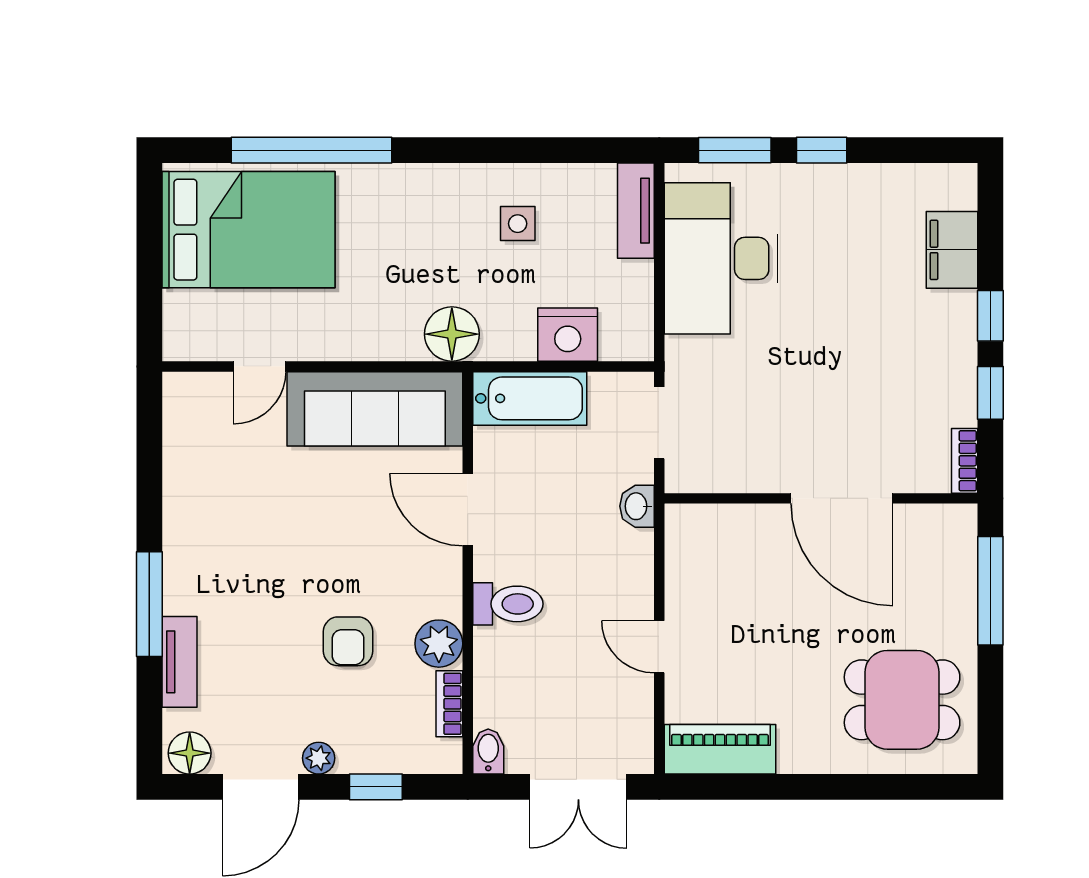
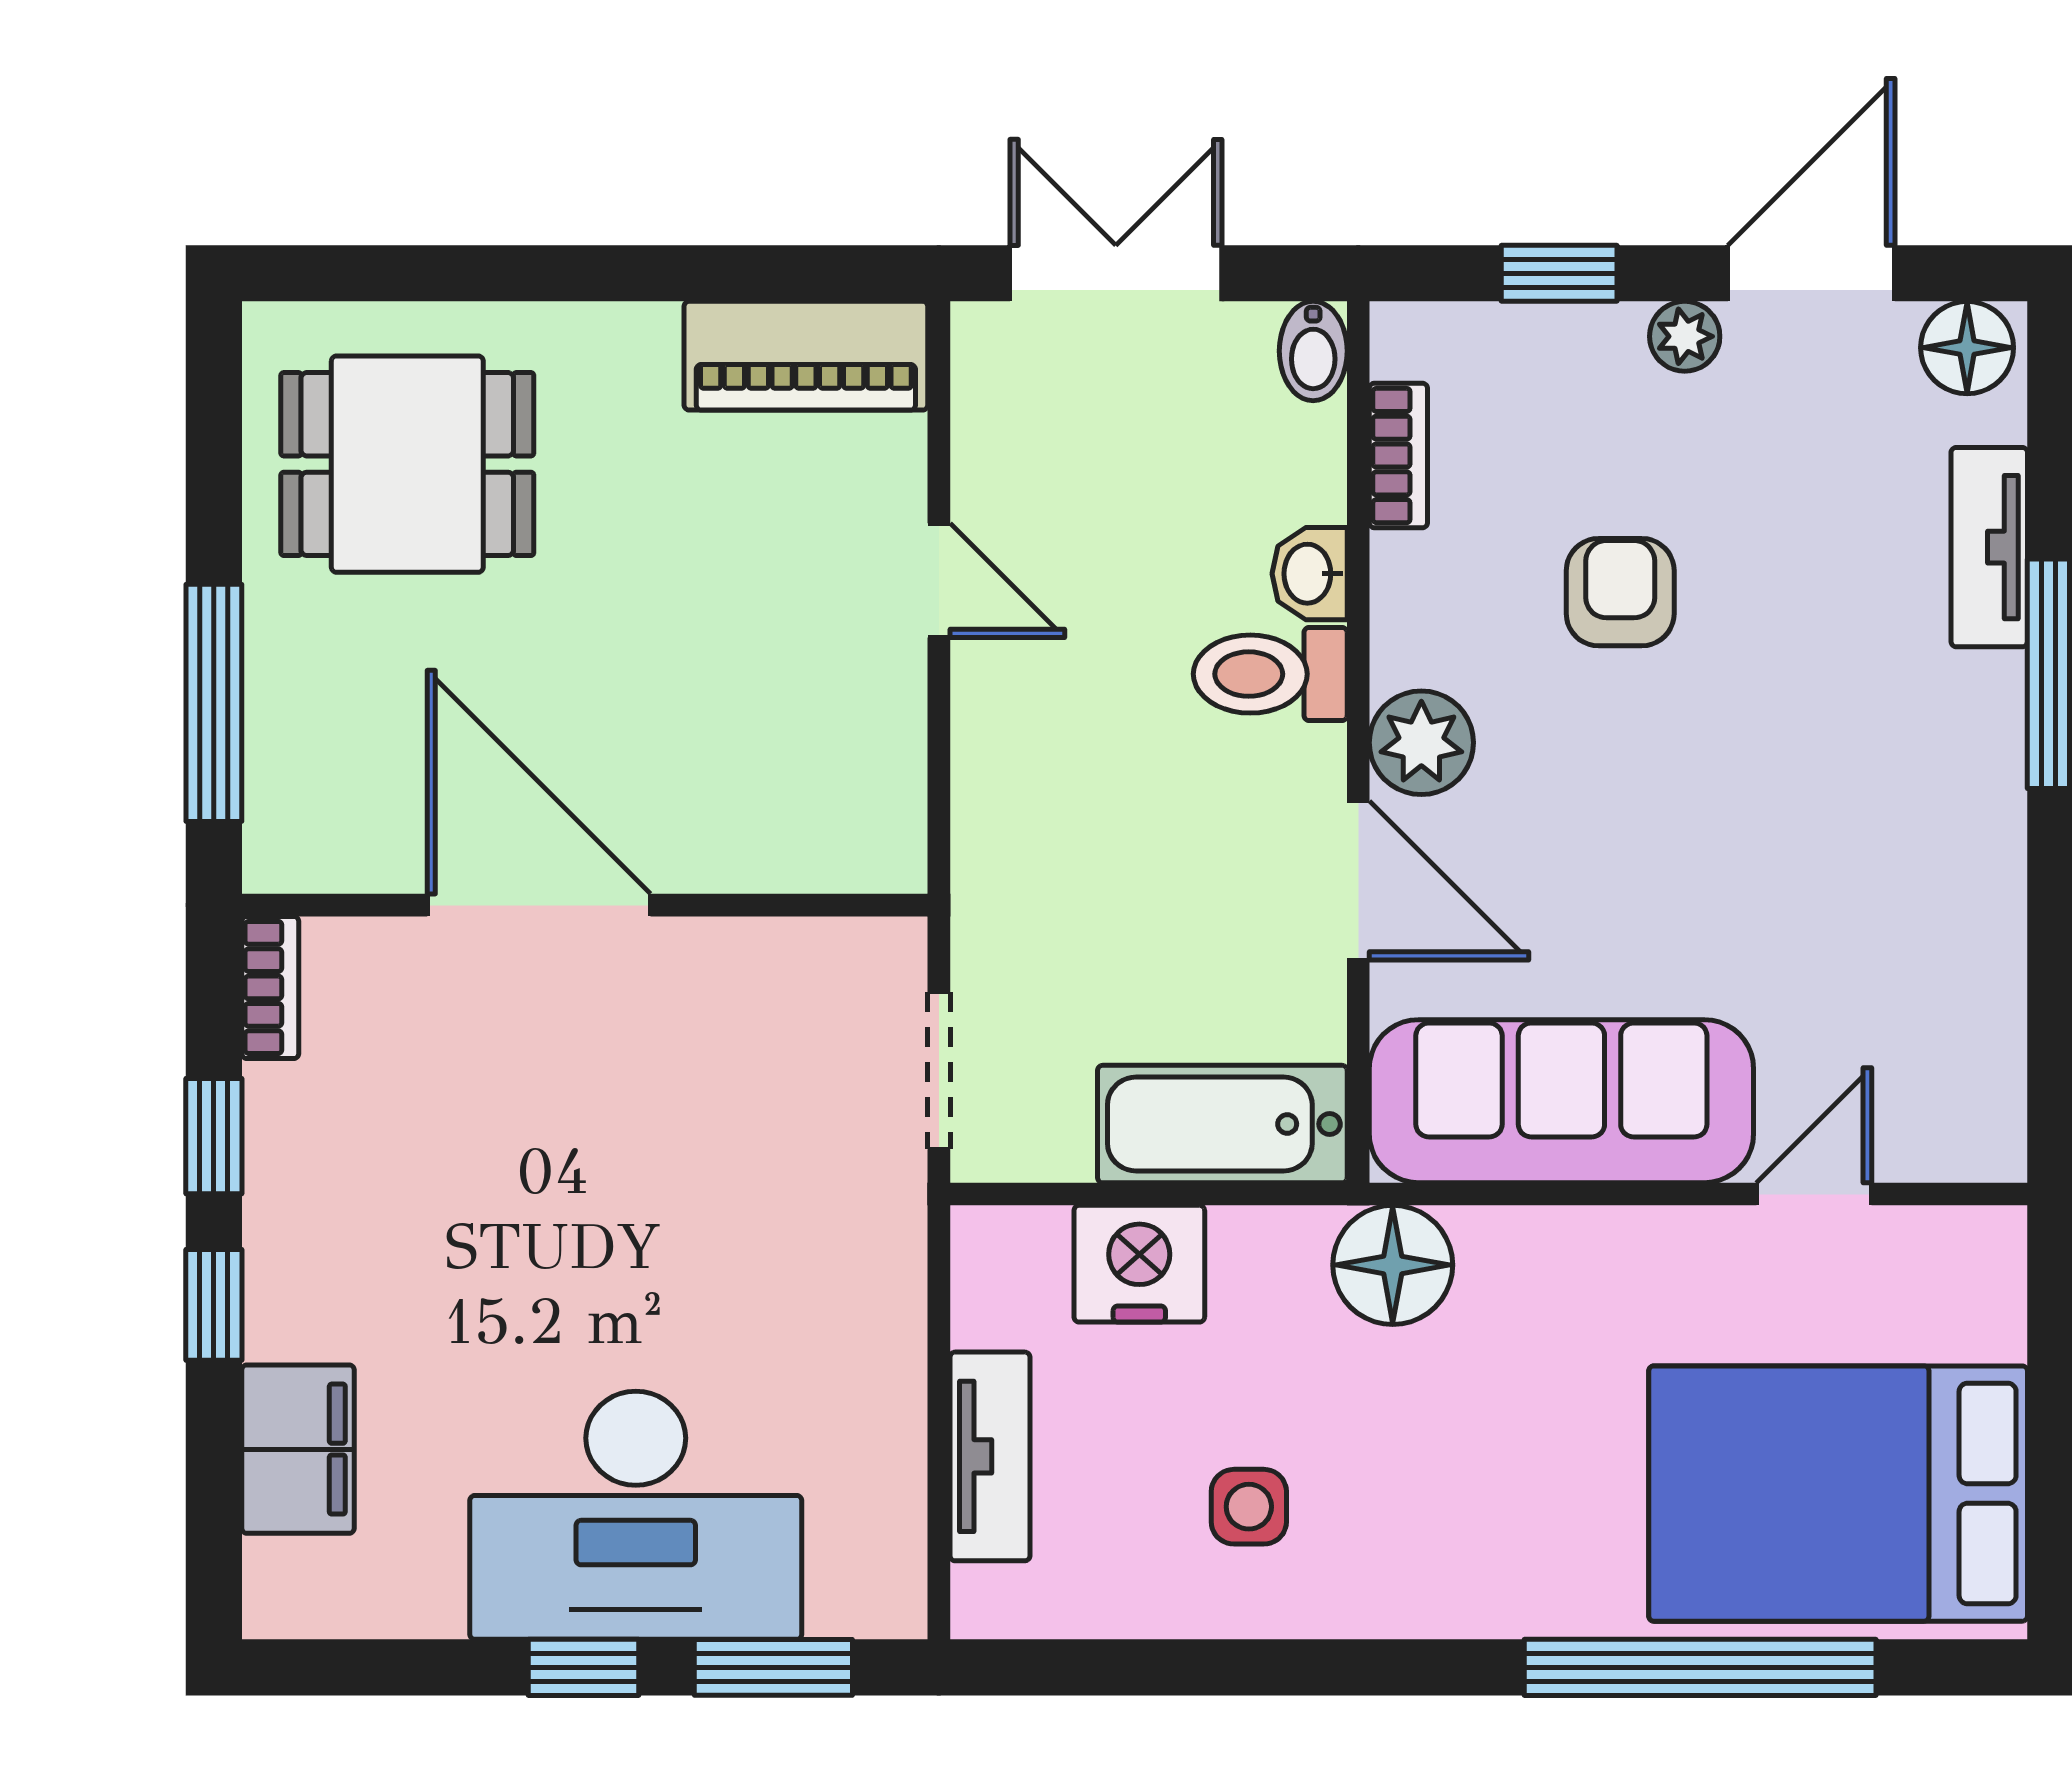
tv unit: (636, 211) -> (990, 1456), moved
desk: (721, 258) -> (636, 1515), moved, turned 90
washbasin: (637, 506) -> (1310, 574), moved, turned 180
plant: (439, 644) -> (1421, 743), moved

